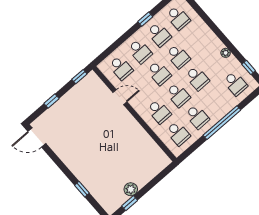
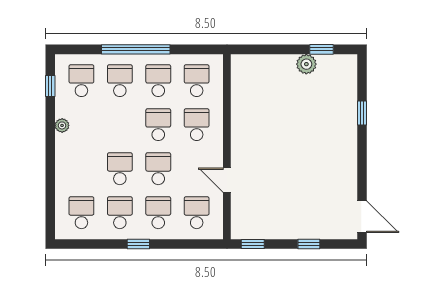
window: (145, 19) -> (138, 244), moved
school desk: (197, 78) -> (120, 81), moved

